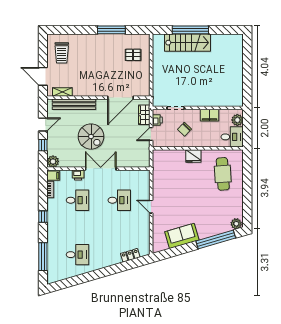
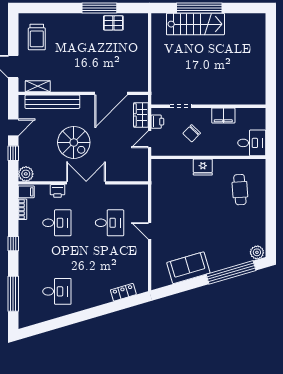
pallet: (133, 55) -> (113, 23), moved
plant: (237, 120) -> (258, 122), removed
cafe table: (223, 174) -> (240, 190), width x0.73, depth x0.74

